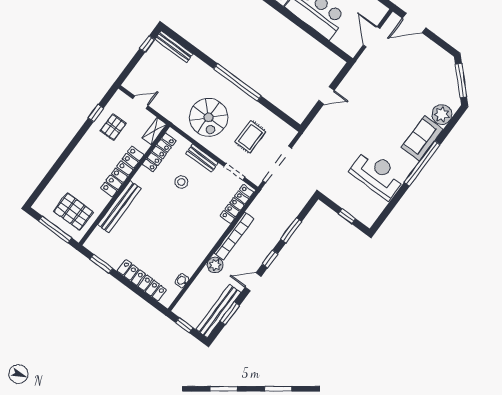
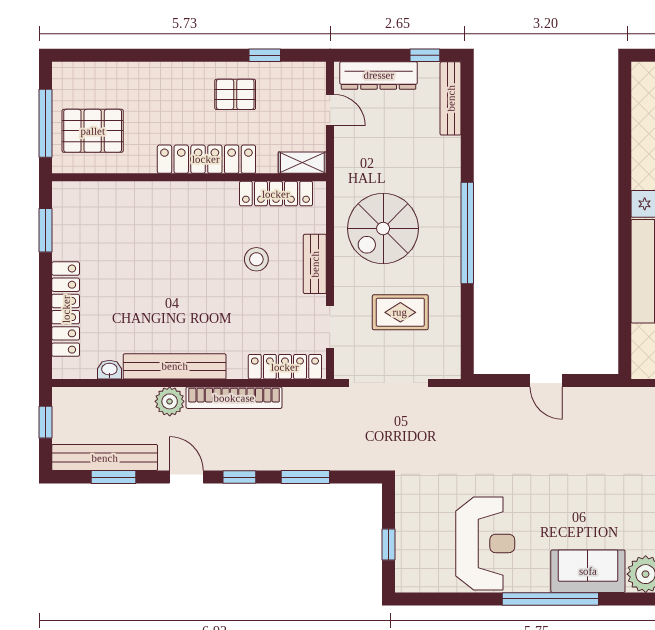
dresser: (141, 70) -> (379, 75), added
pallet: (113, 127) -> (235, 94), moved
bench: (119, 207) -> (175, 366), moved
pallet: (73, 212) -> (93, 131), turned 90

